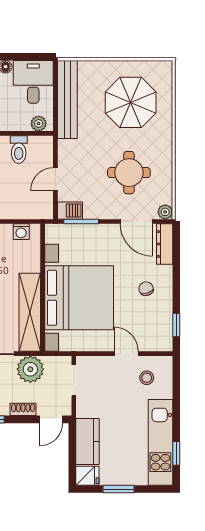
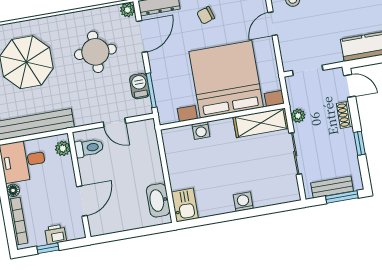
toilet: (19, 150) -> (89, 148), moved
barbecue: (70, 211) -> (140, 86), moved
washing machine: (21, 232) -> (201, 131), moved, turned 90
shelving: (30, 312) -> (261, 123), width x0.68
plant: (30, 369) -> (298, 116), width x0.53, depth x0.53

